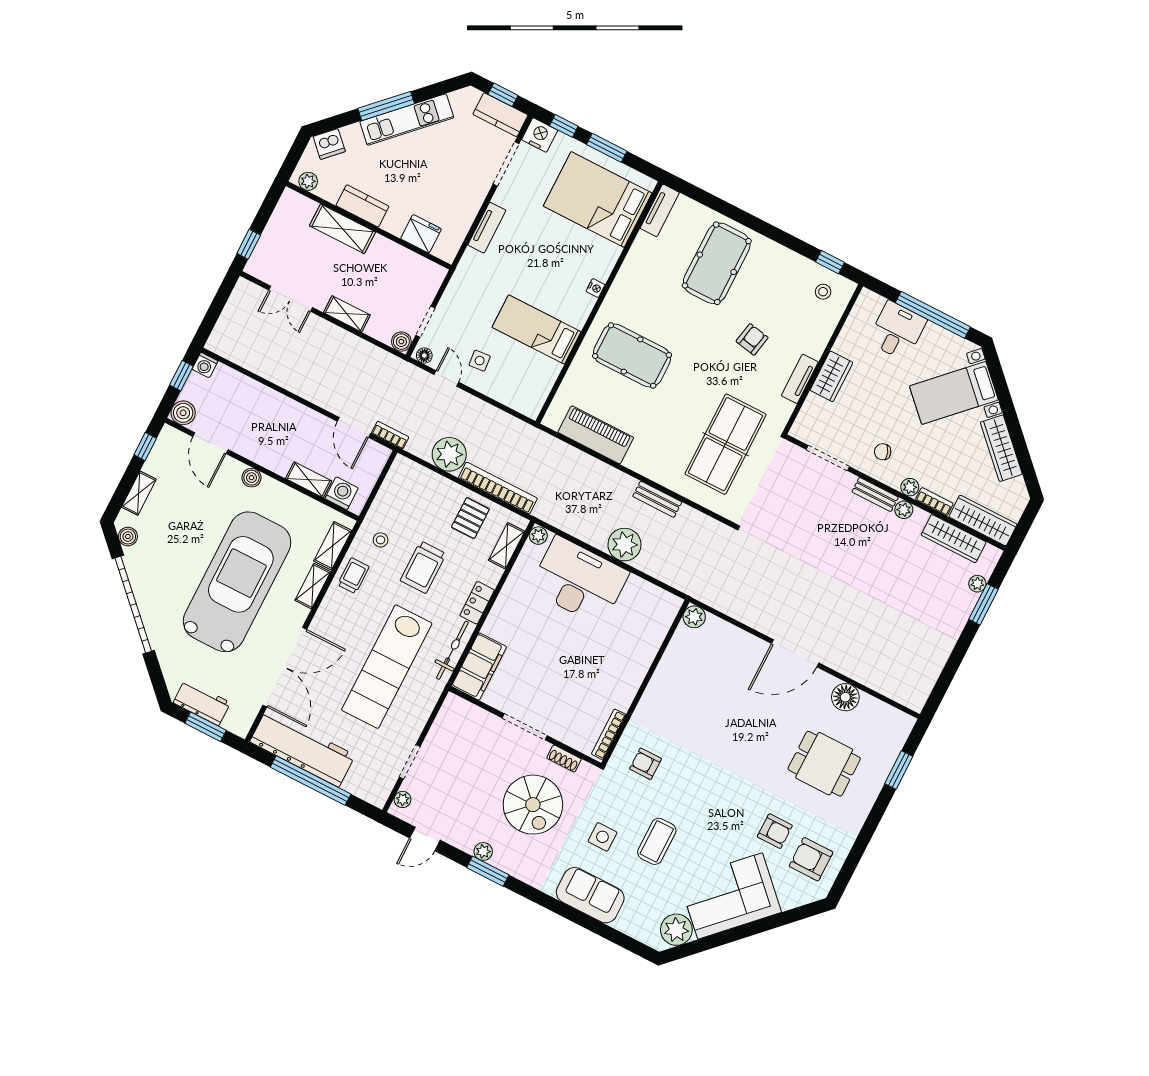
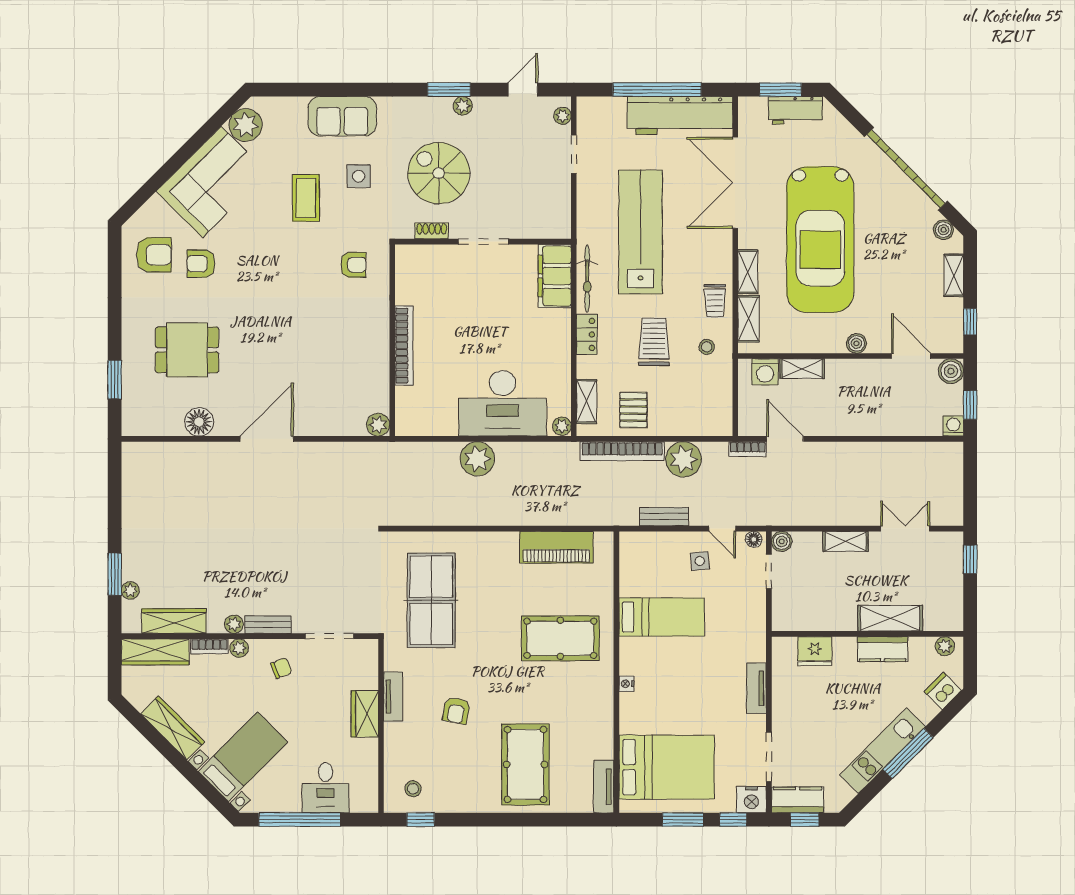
bench: (657, 499) -> (664, 517), moved
bookcase: (609, 734) -> (404, 346), moved, width x1.48, depth x1.31

